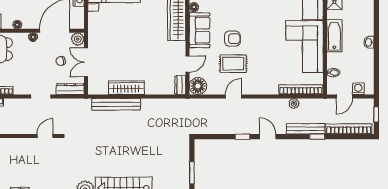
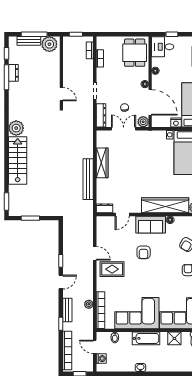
door: (188, 64) -> (122, 214), hinge flipped
rug: (233, 64) -> (112, 269), moved, turned 90
floor lamp: (198, 86) -> (104, 223), removed
bench: (116, 104) -> (88, 179), moved
bench: (306, 129) -> (67, 310), width x0.73

